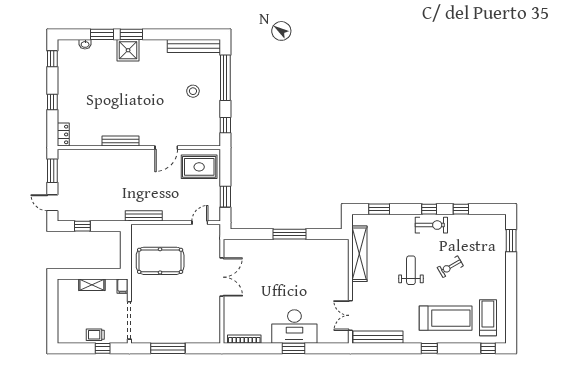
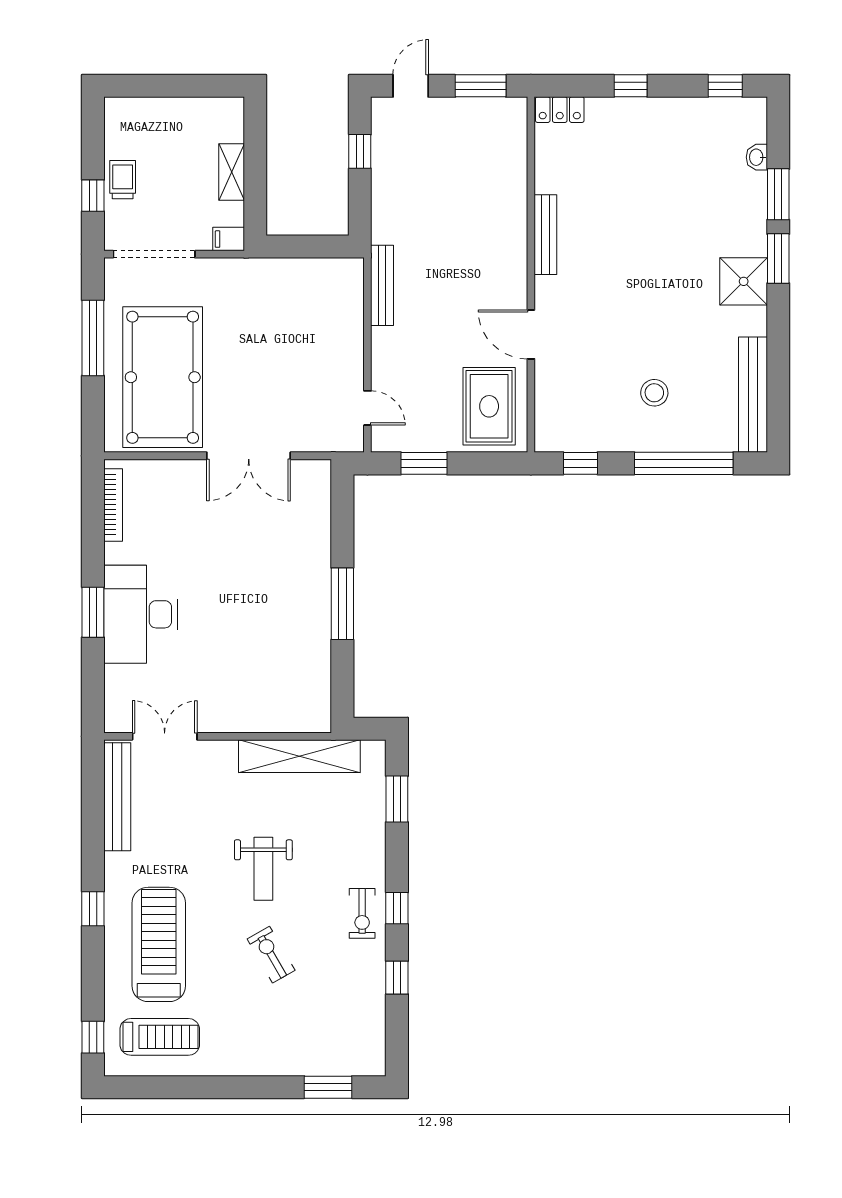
shower: (128, 50) -> (744, 281), moved
exercise bike: (431, 225) -> (362, 913), width x0.73, depth x0.72
pool table: (160, 261) -> (163, 377), moved, width x1.36, depth x1.32
weight bench: (411, 270) -> (263, 869), turned 90
treadmill: (446, 318) -> (159, 944), turned 180

